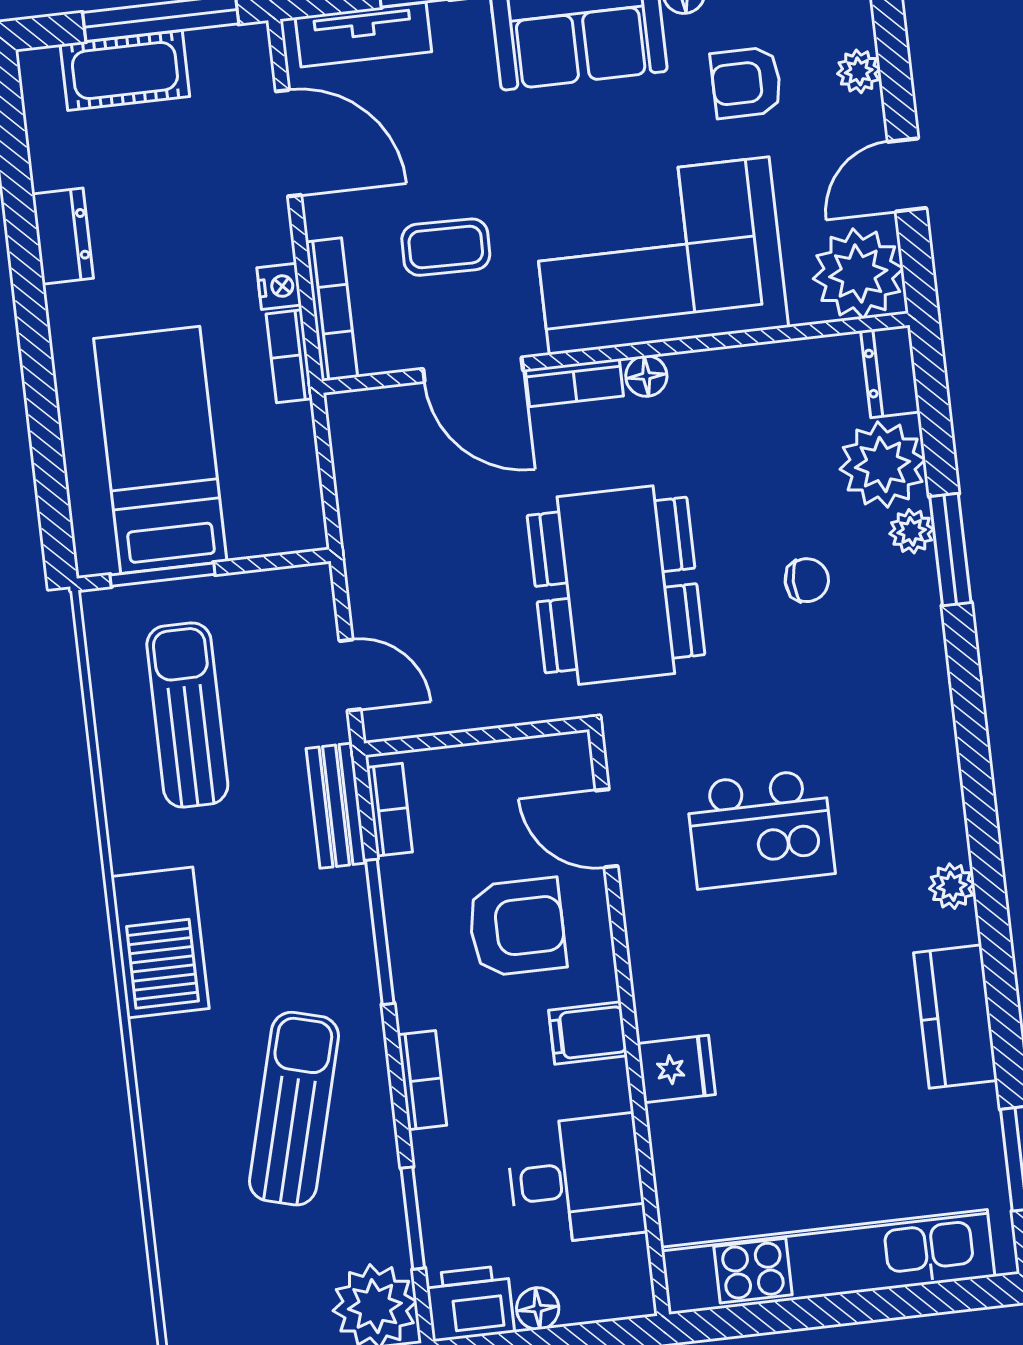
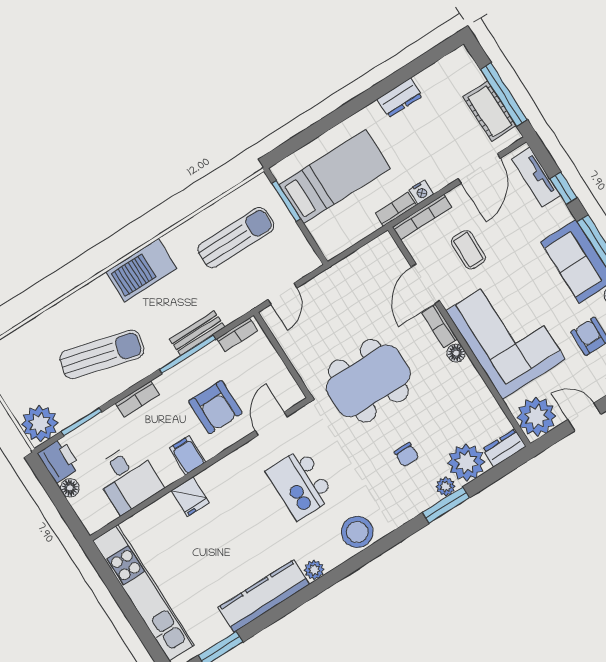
cot: (125, 70) -> (490, 111), moved
stool: (917, 759) -> (357, 532), added
bench: (336, 806) -> (197, 333), moved
kitchen counter: (955, 1017) -> (264, 596), width x1.50

